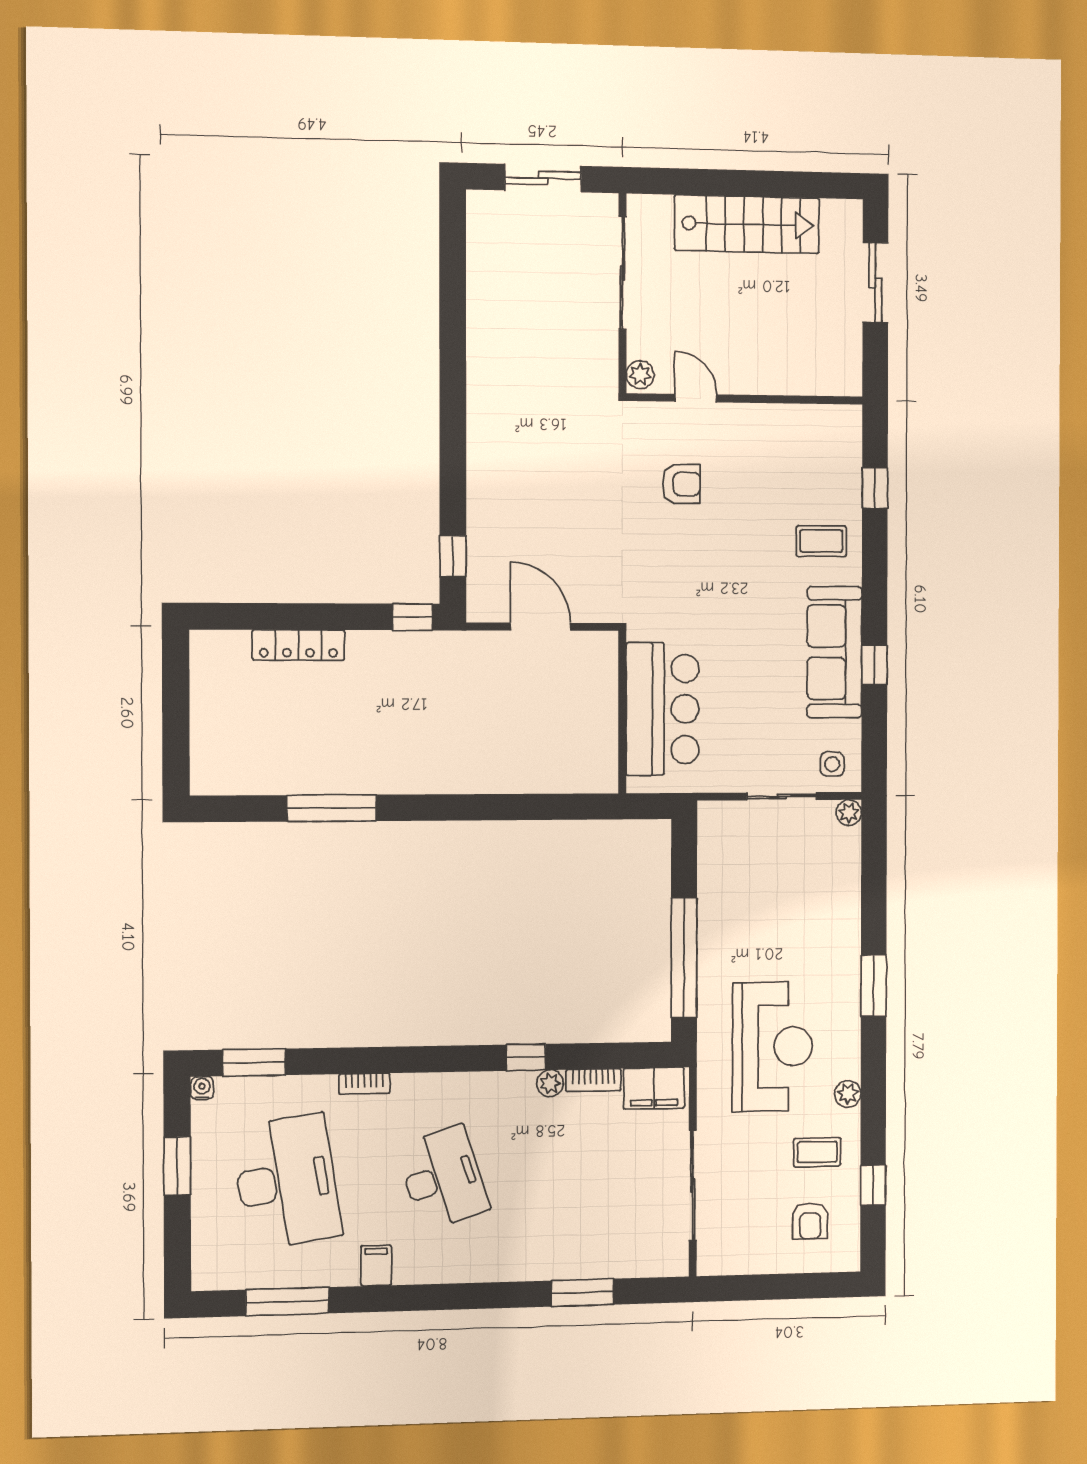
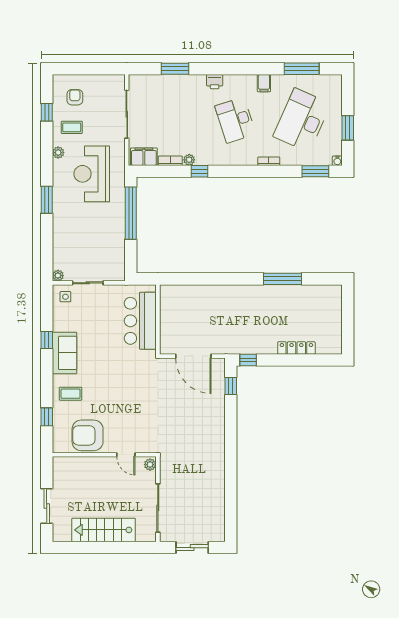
armchair: (681, 484) -> (88, 435), moved, width x1.88, depth x1.88
door: (540, 627) -> (193, 356), width x1.36
sofa: (835, 652) -> (64, 353), width x0.73
desk: (287, 1182) -> (302, 120), turned 33
printer: (491, 1266) -> (215, 82), added

